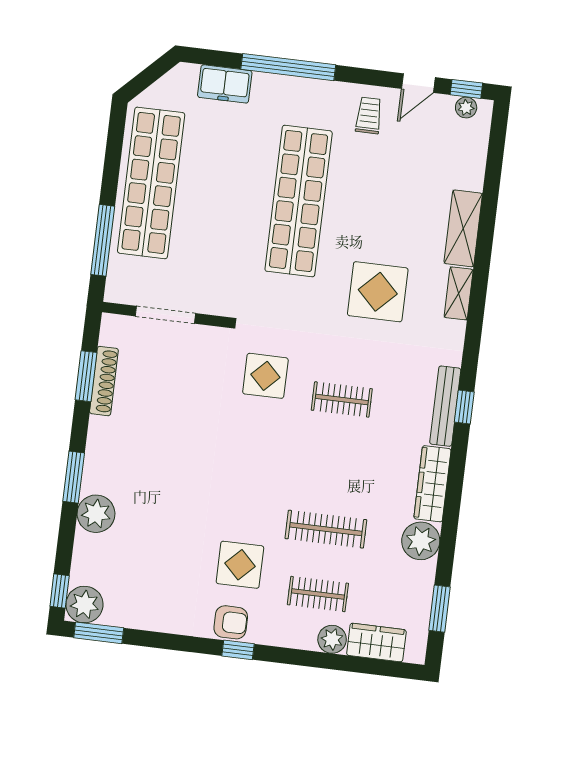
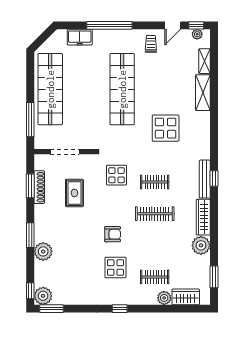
shelving: (459, 293) -> (205, 61), moved
rug: (175, 402) -> (74, 193), added
clothes rail: (326, 529) -> (155, 214), moved
armchair: (231, 622) -> (113, 234), moved

